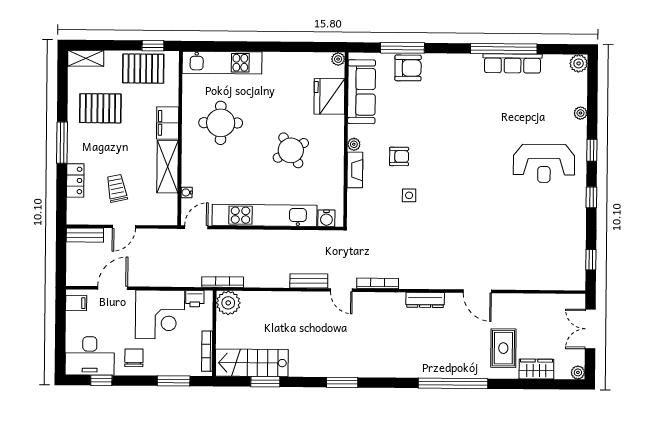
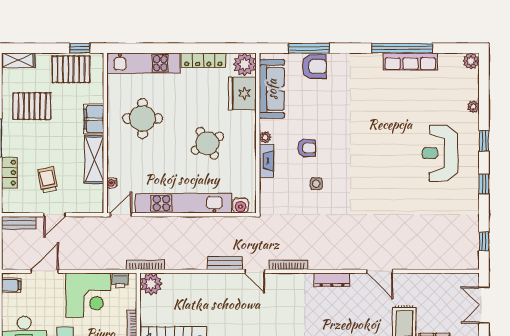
plant: (338, 59) -> (245, 64), width x1.88, depth x1.88
locker: (287, 60) -> (203, 60), added
reception desk: (544, 163) -> (440, 153), turned 90

